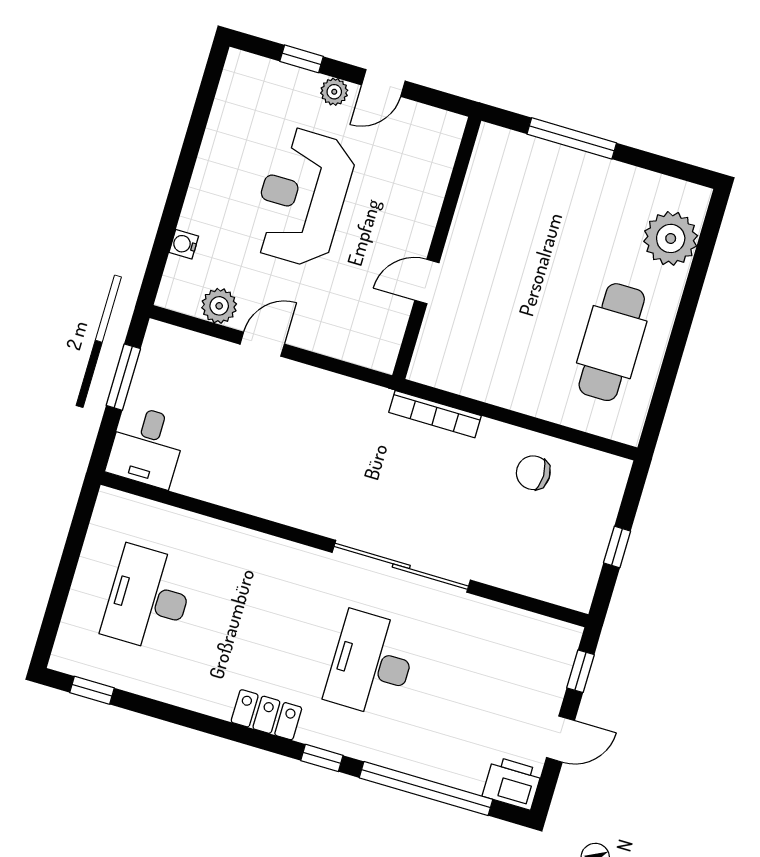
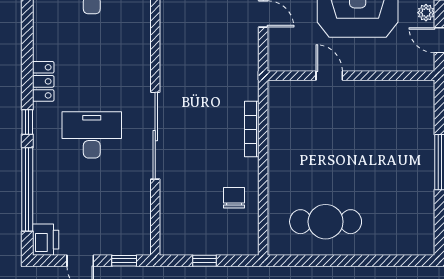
plant: (671, 238) -> (398, 239), removed
wall: (437, 248) -> (351, 76), moved
door: (427, 281) -> (329, 76), moved

